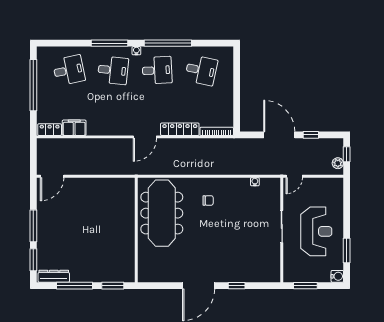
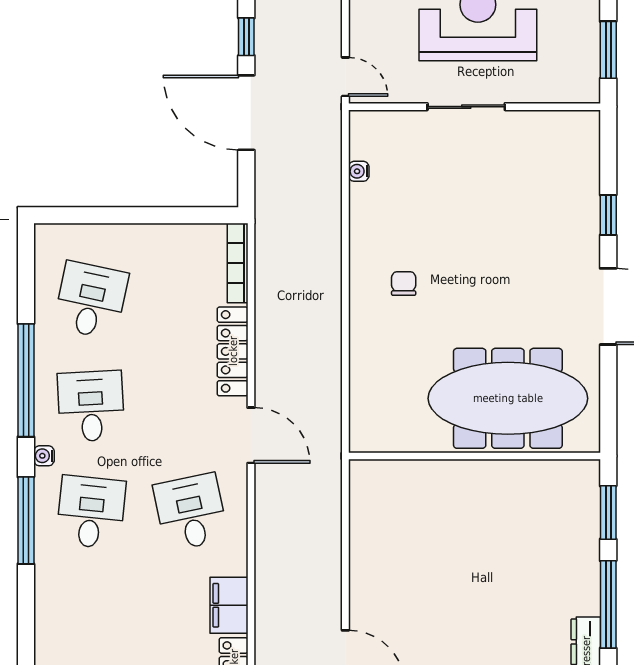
desk: (69, 70) -> (191, 512), moved
door: (279, 135) -> (246, 113), hinge flipped
meeting table: (162, 213) -> (508, 398), moved

